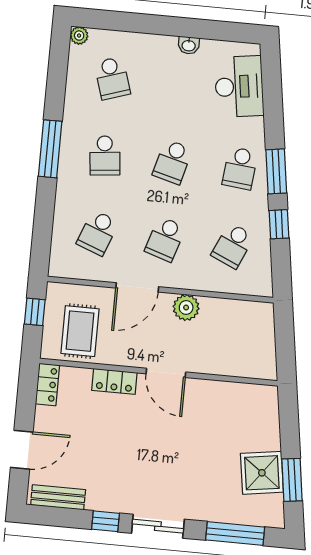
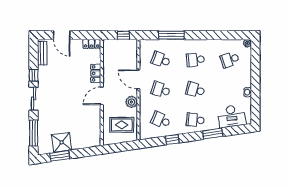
window: (50, 149) -> (171, 35), moved
window: (276, 171) -> (213, 134), moved
rug: (80, 331) -> (122, 125), moved

